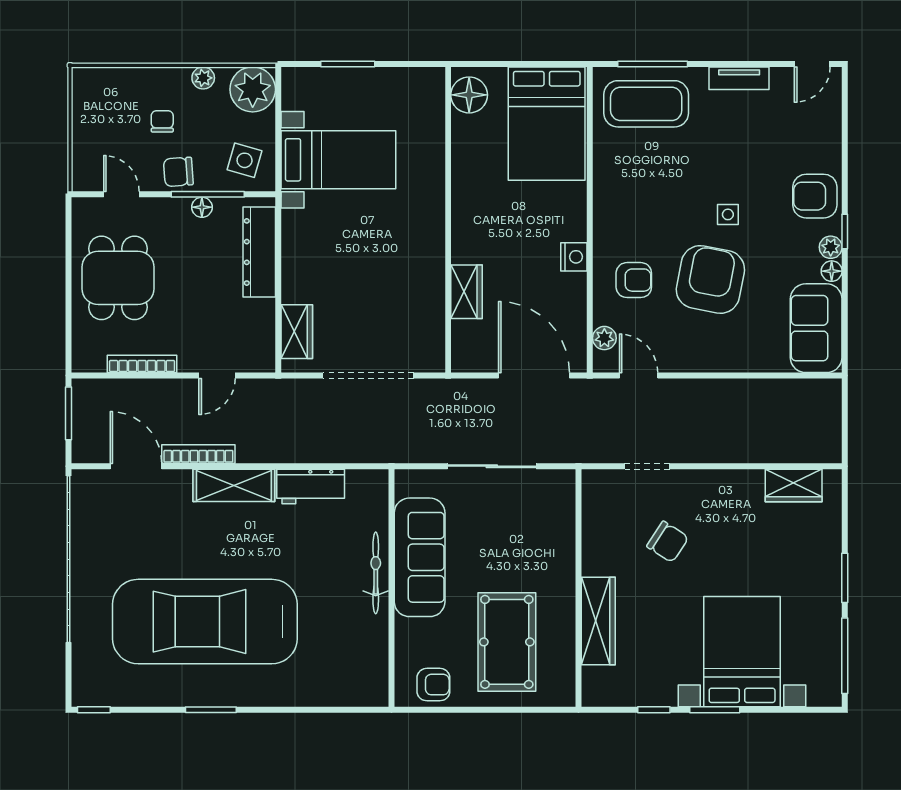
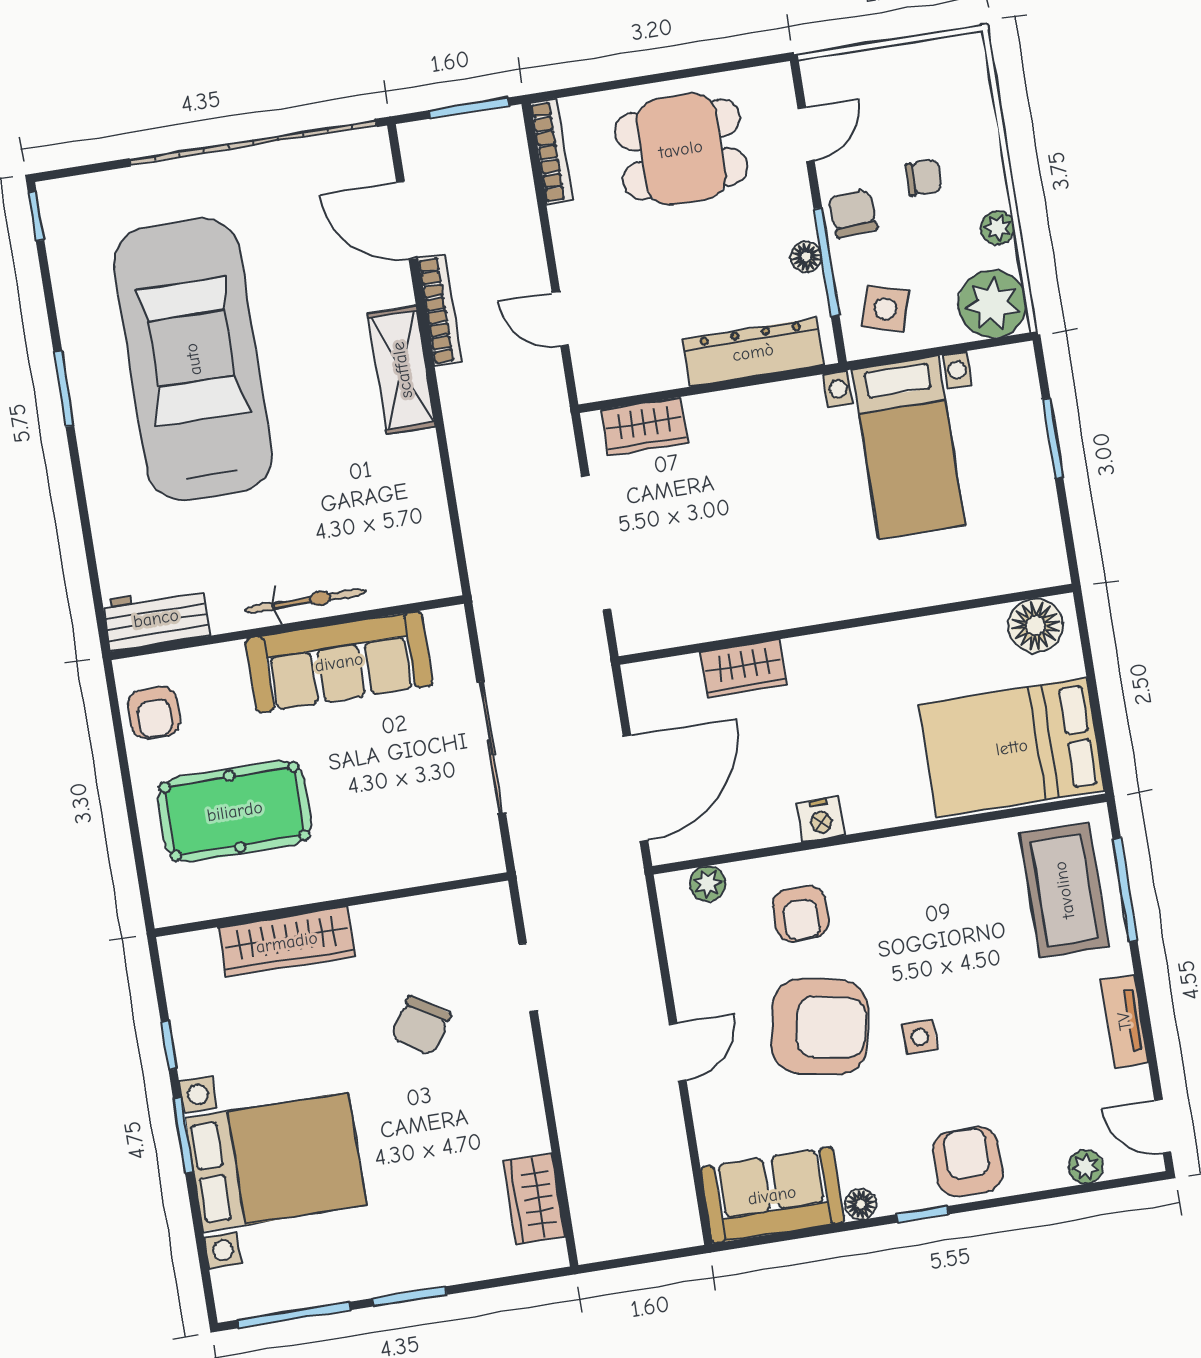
plant: (831, 247) -> (1086, 1167), moved
bookcase: (142, 364) -> (551, 152), moved
door: (639, 376) -> (678, 1052), moved
door: (136, 466) -> (407, 220), swing flipped
workbench: (311, 486) -> (156, 618), moved, turned 90

